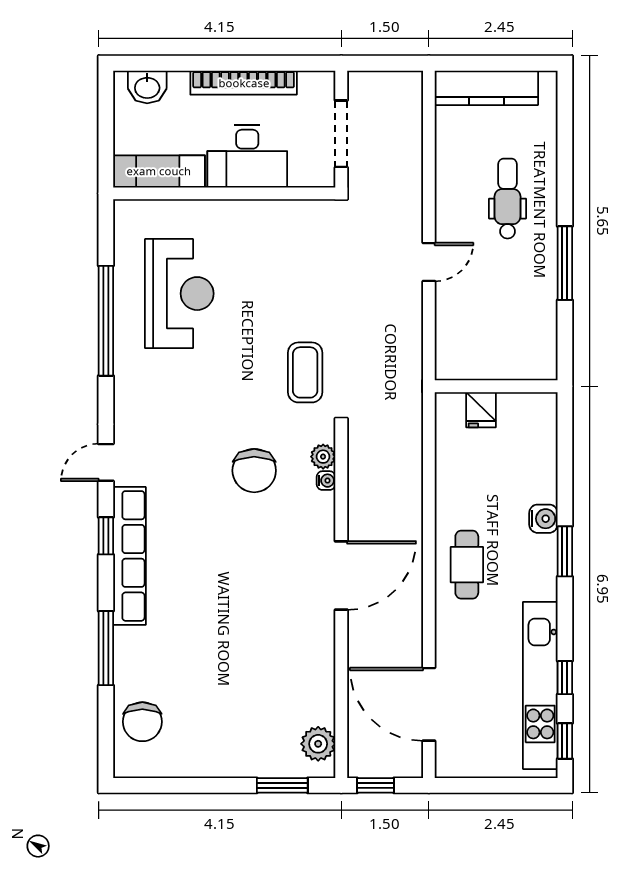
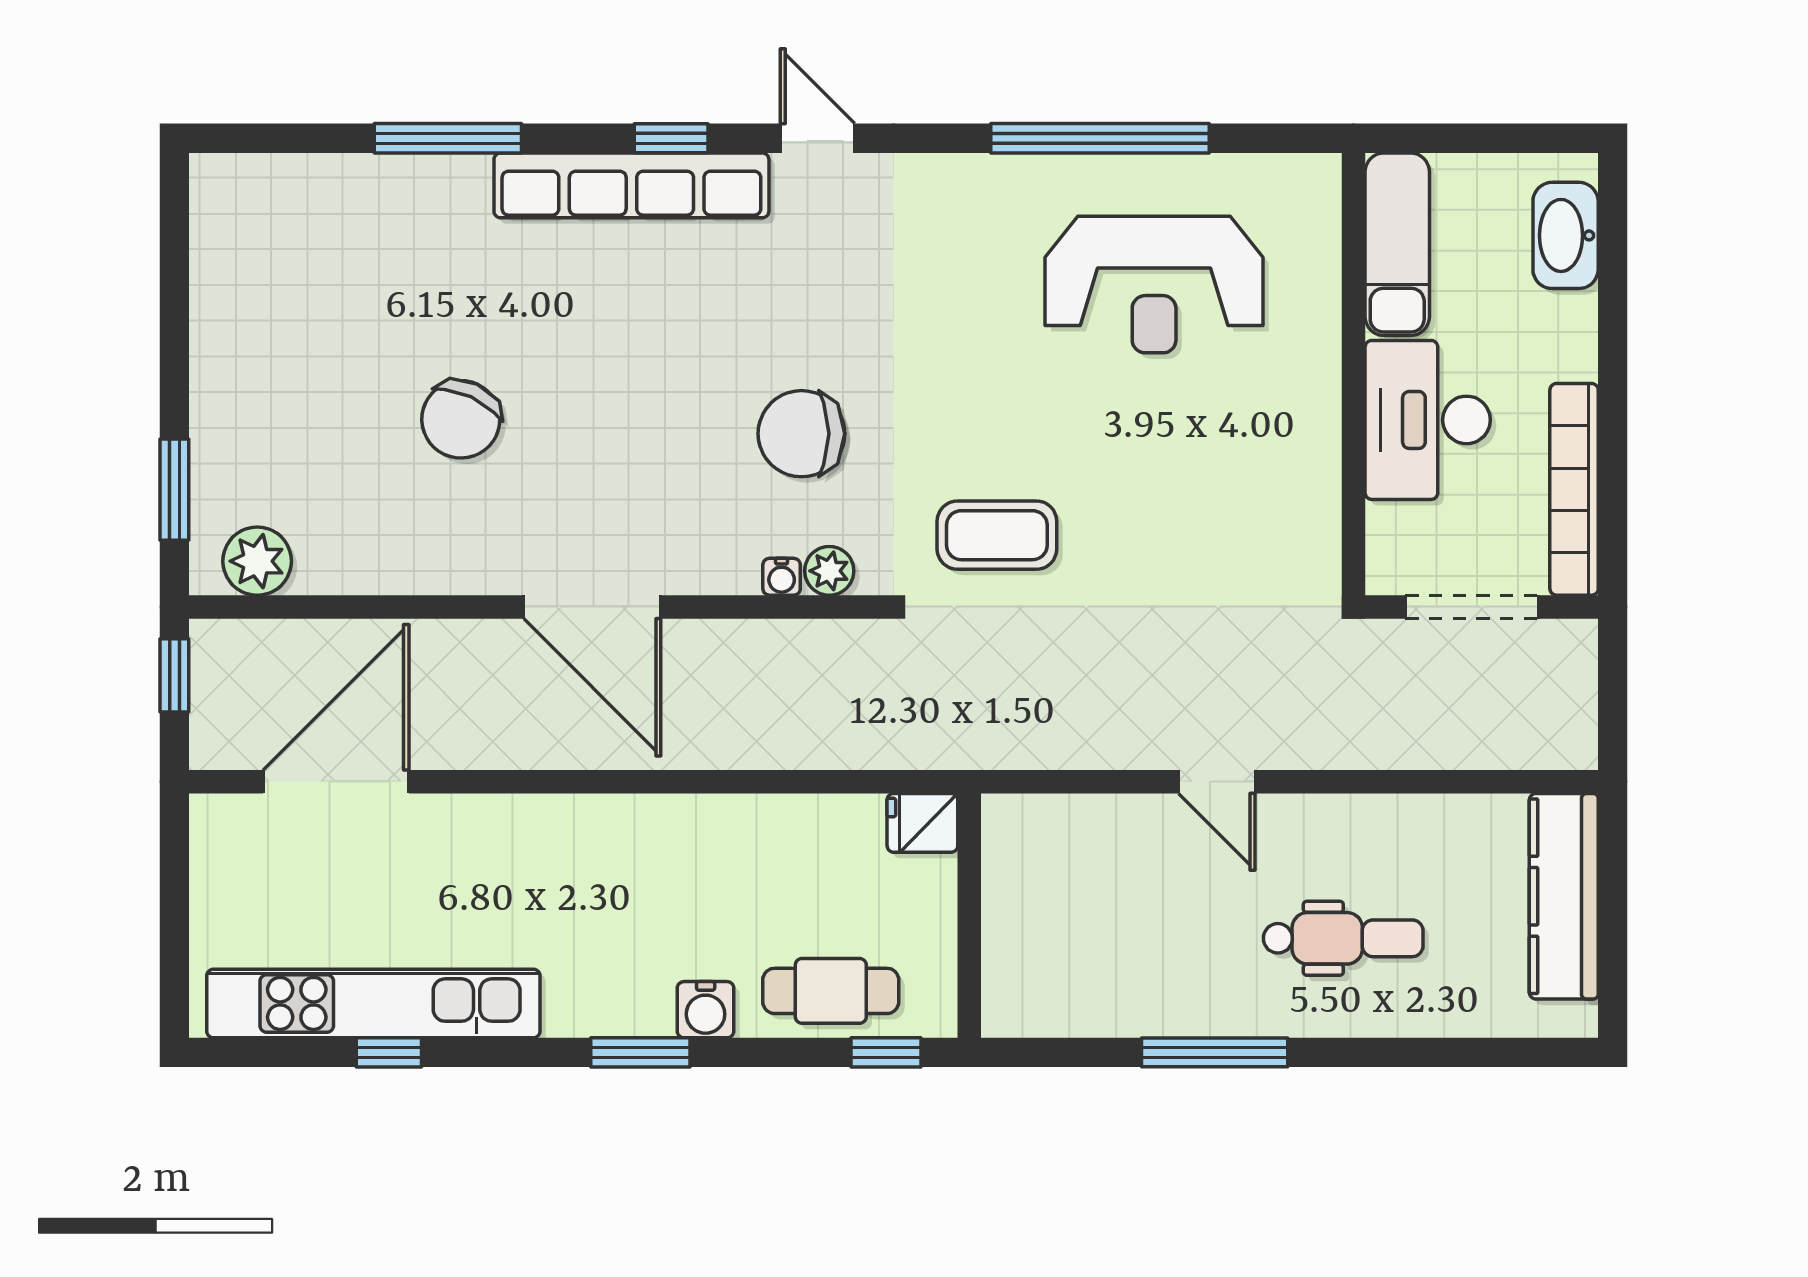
bookcase: (244, 83) -> (1574, 489), moved
washbasin: (147, 87) -> (1566, 235), width x1.38
fridge: (481, 410) -> (922, 823), moved
cafe table: (467, 565) -> (831, 991), moved
chair: (142, 722) -> (461, 419), moved, turned -65
window: (565, 741) -> (886, 1052), moved

